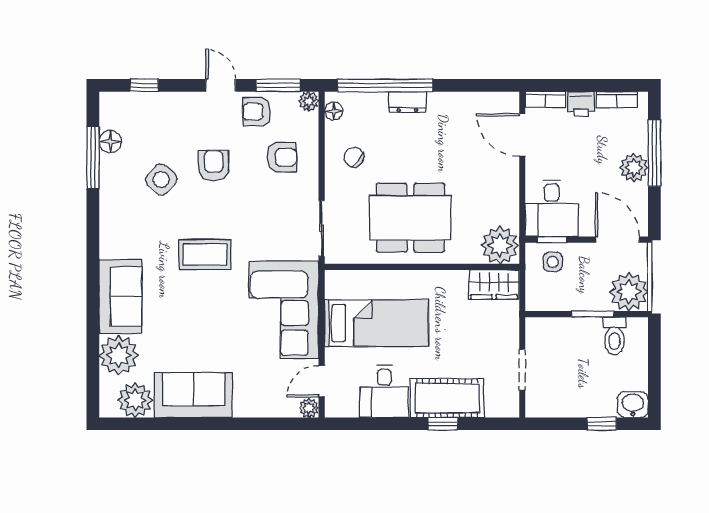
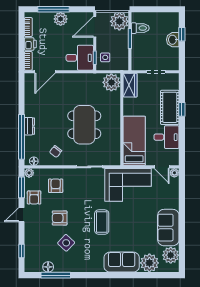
plant: (500, 245) -> (111, 82), moved
wall: (422, 267) -> (122, 119), moved
wardrobe: (494, 285) -> (130, 85), moved
washbasin: (633, 405) -> (173, 40), moved

